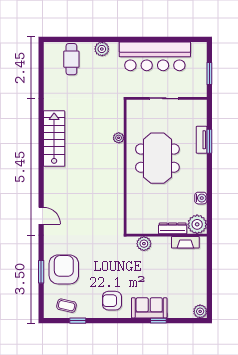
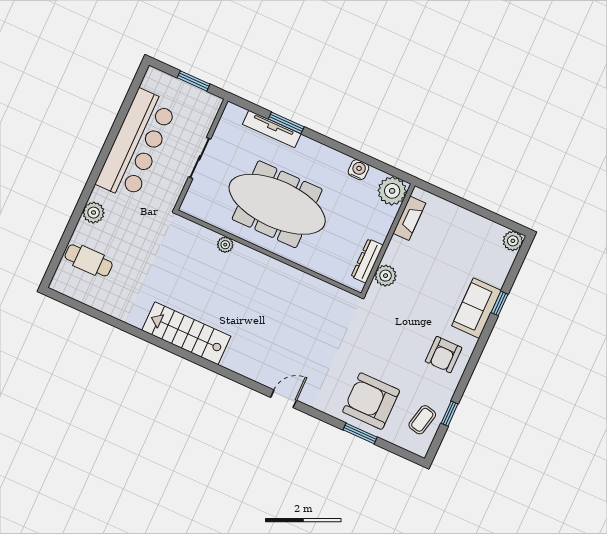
tv unit: (202, 140) -> (272, 129), width x1.41
meeting table: (157, 158) -> (277, 204), width x1.36
dresser: (173, 228) -> (367, 261), moved

